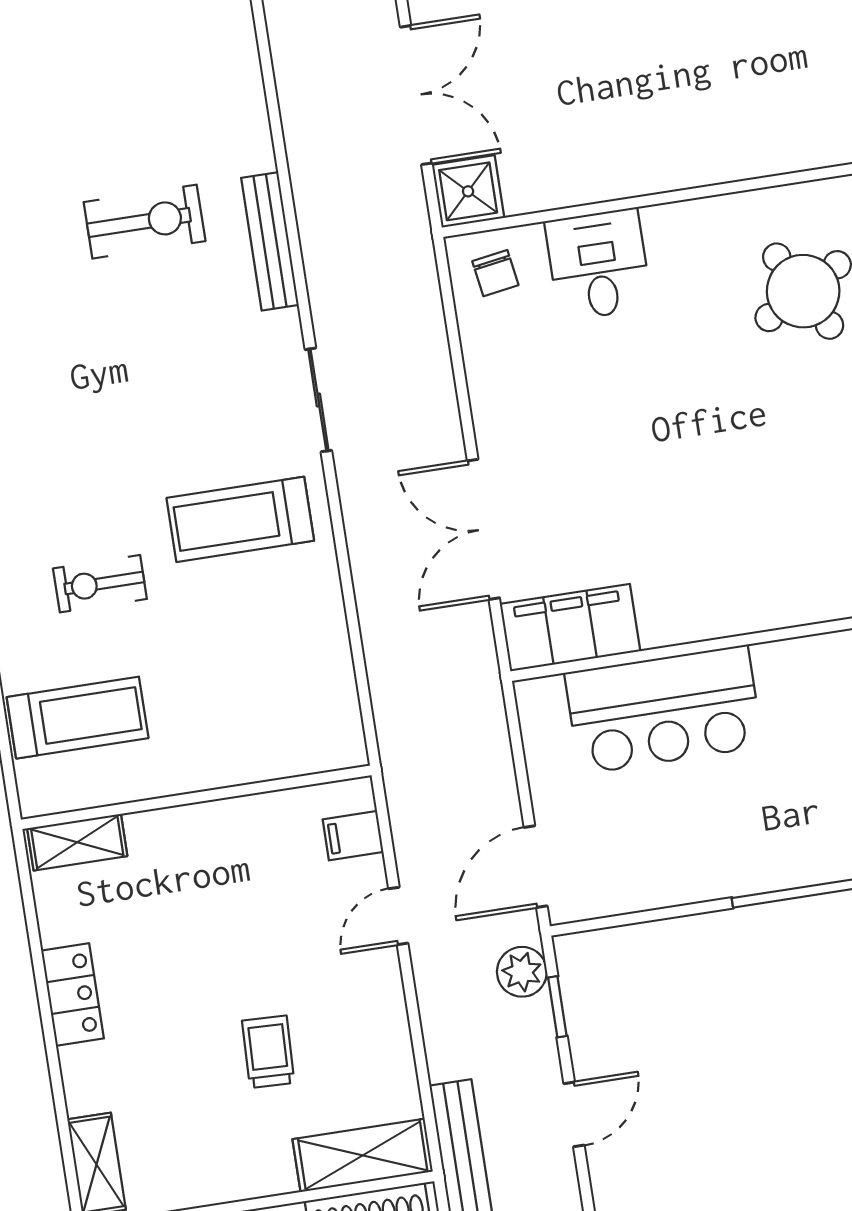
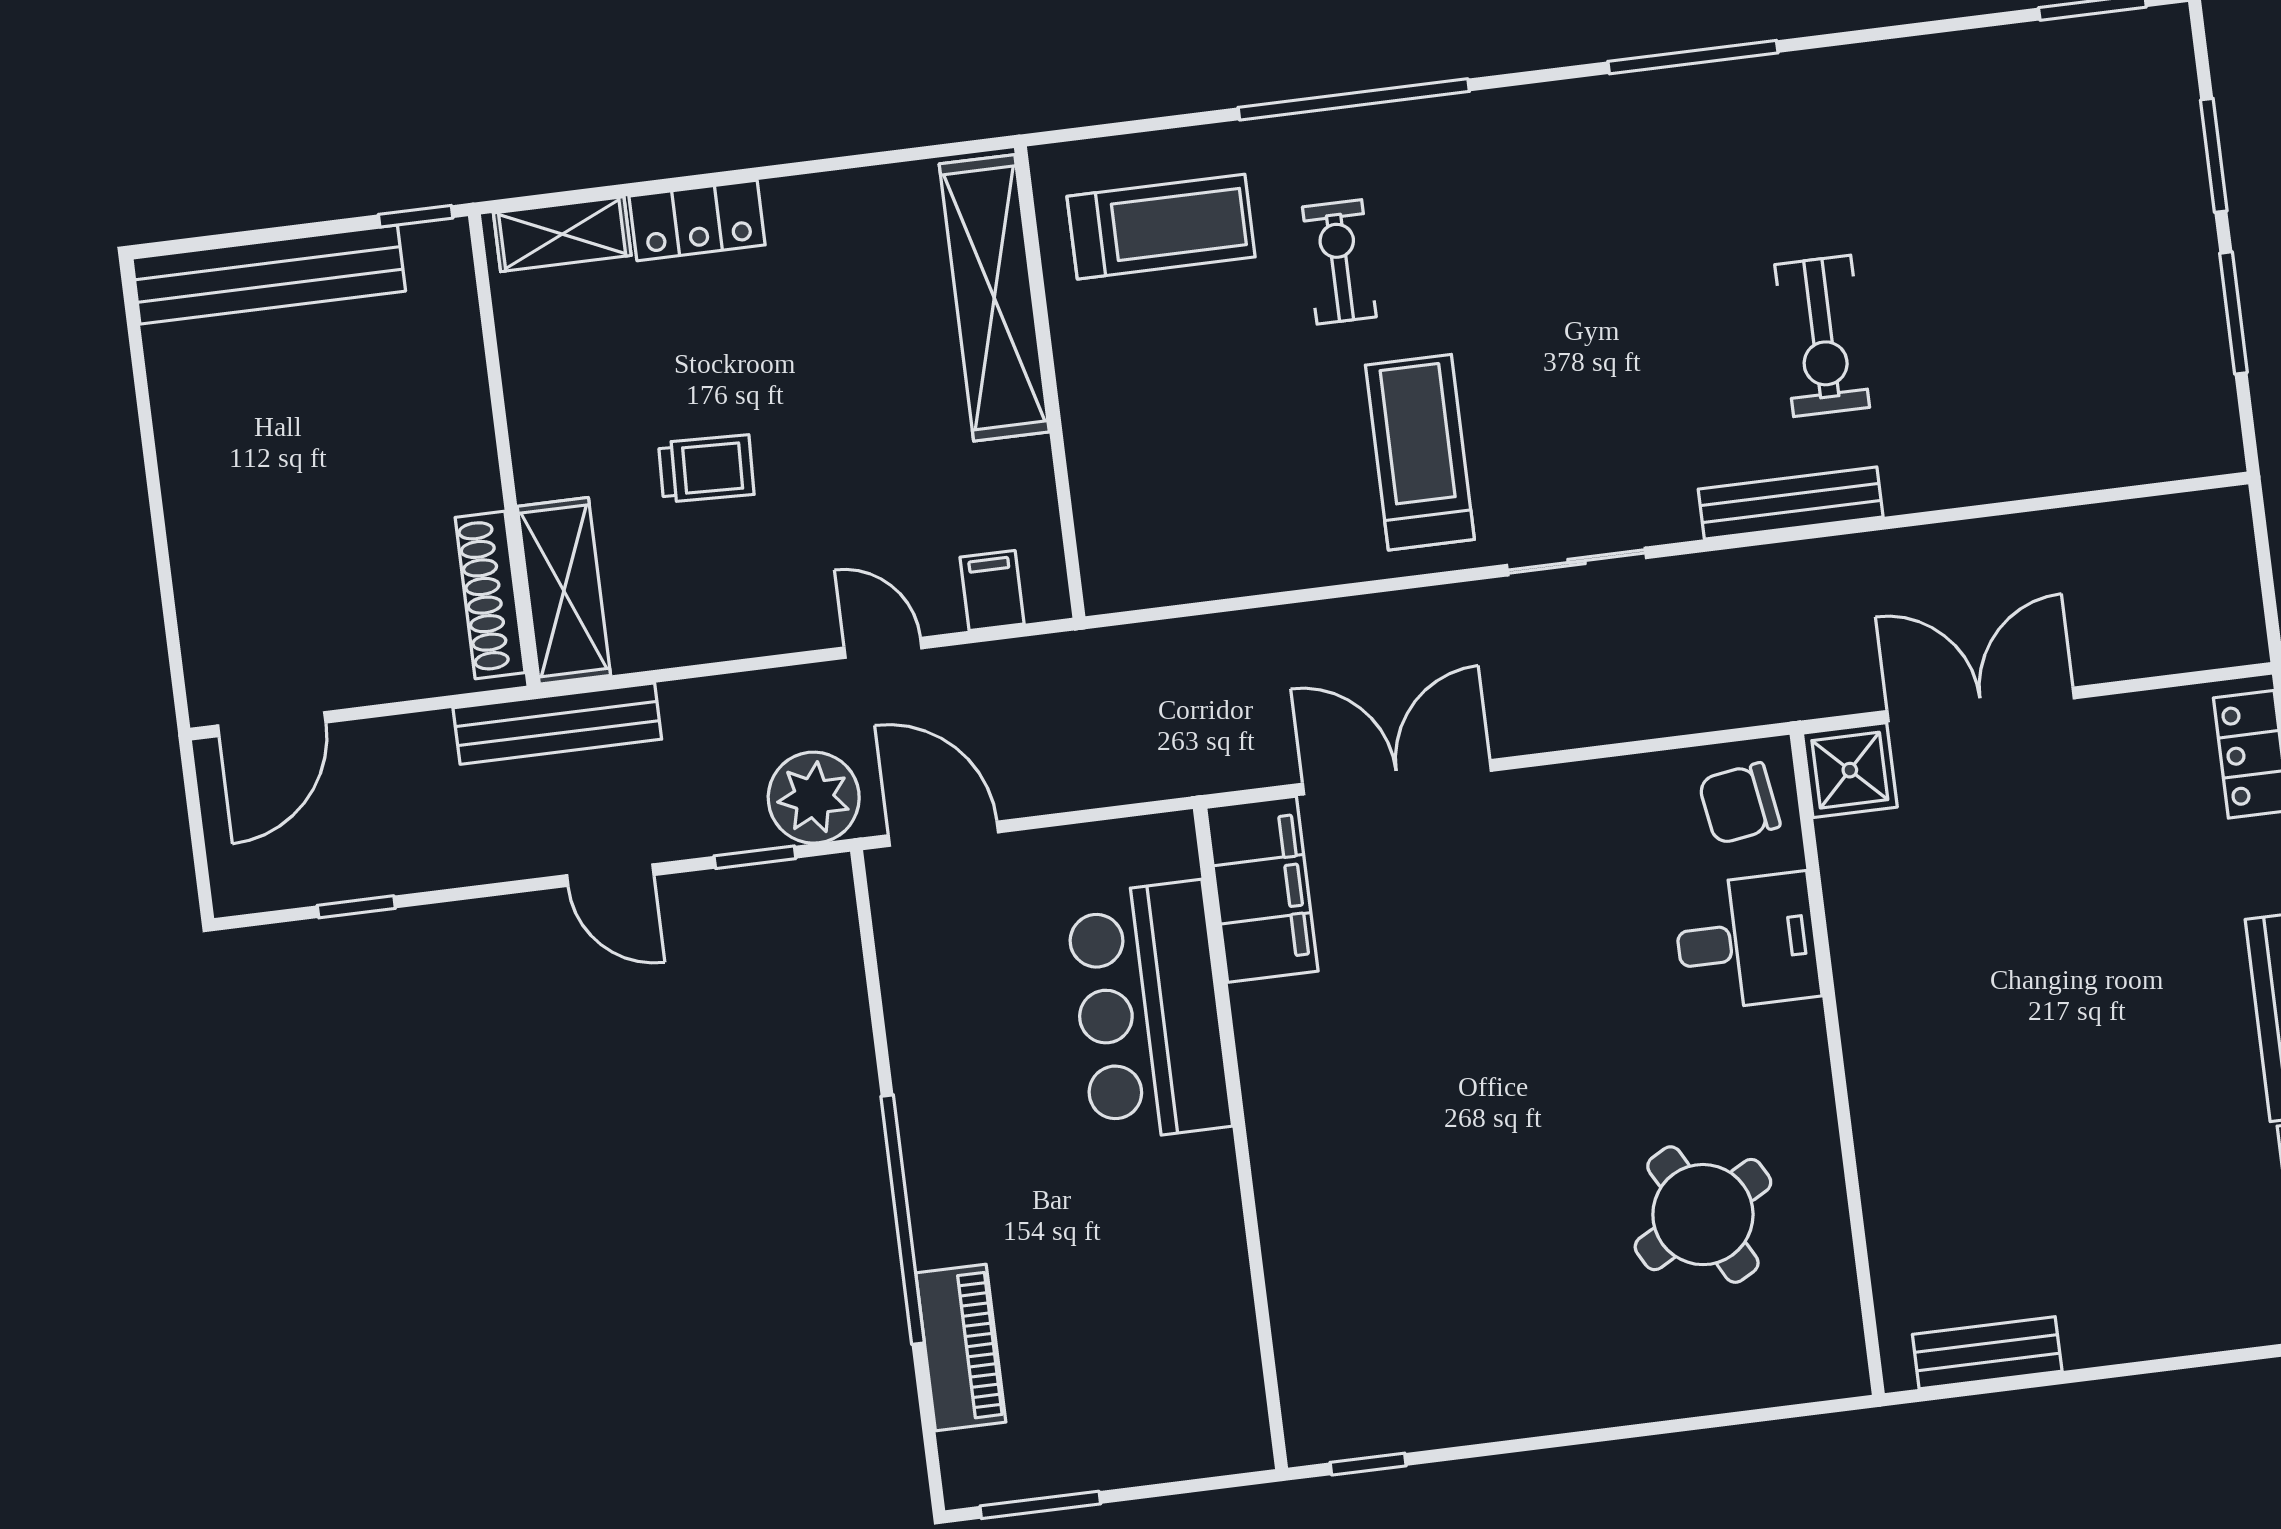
double door: (416, 95) -> (1981, 705), swing flipped
chair: (495, 273) -> (1739, 803), width x1.37, depth x1.37
treadmill: (78, 718) -> (1161, 227), turned -90
shelving: (77, 842) -> (994, 298), width x2.20, depth x1.33
plant: (522, 972) -> (814, 798), width x1.36, depth x1.36
locker: (73, 995) -> (697, 220), moved

